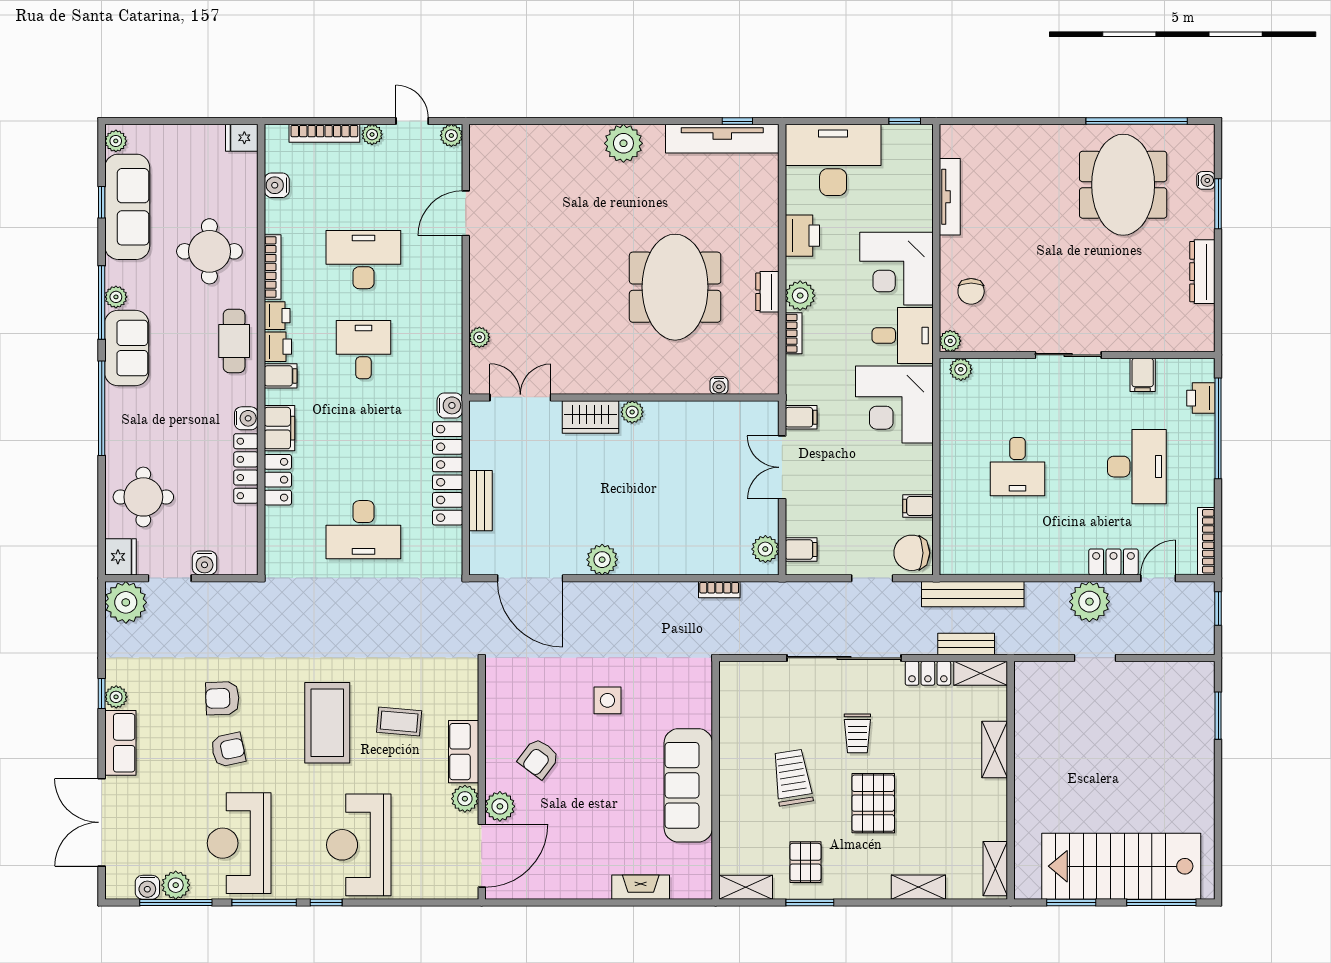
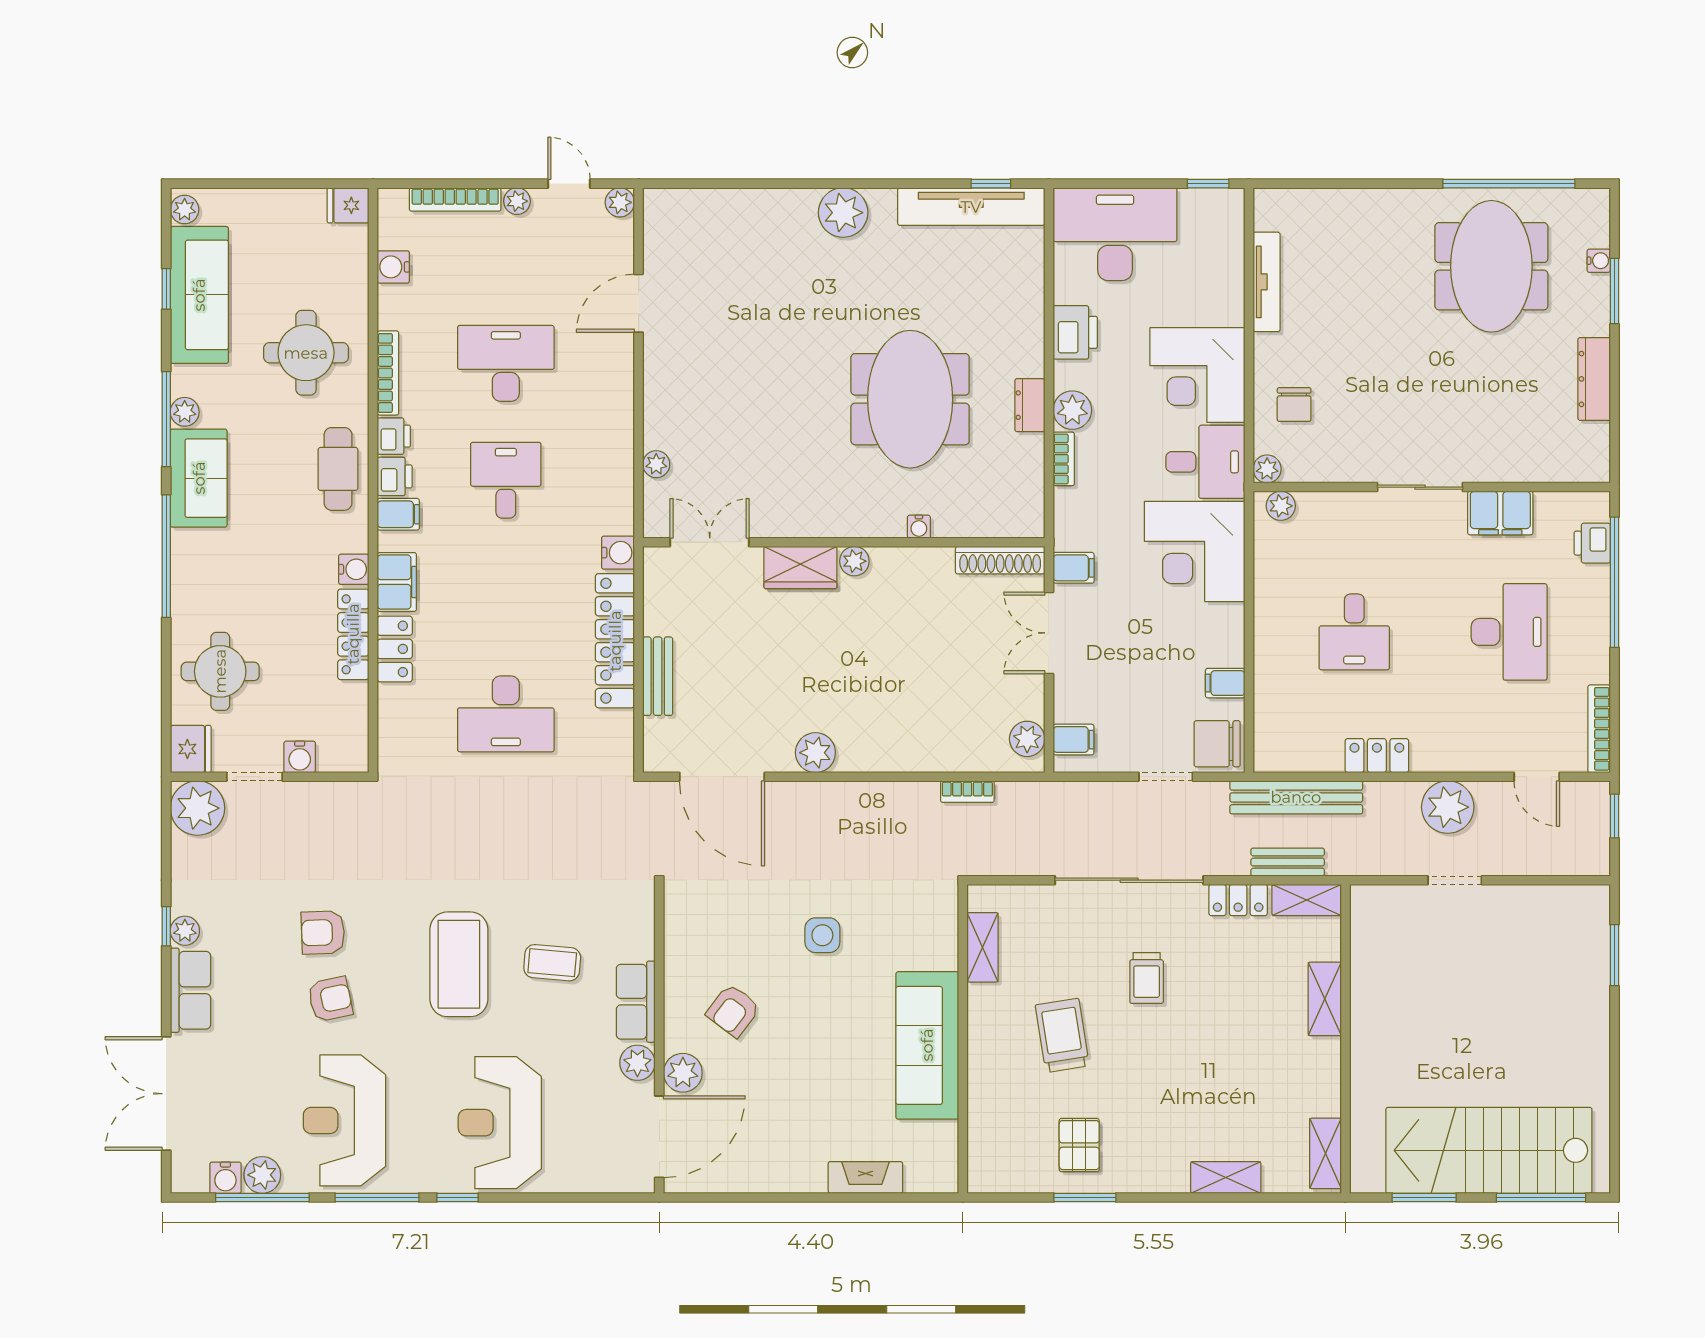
filing cabinet: (1143, 375) -> (1500, 513), width x2.00
water cooler: (719, 385) -> (919, 527), moved
shoe rack: (744, 411) -> (1000, 560), added
locker: (1113, 562) -> (1377, 756), moved
door: (1158, 578) -> (1537, 777), swing flipped
pallet: (873, 803) -> (1167, 1068), removed
shelving: (746, 887) -> (982, 947), moved, turned 90

